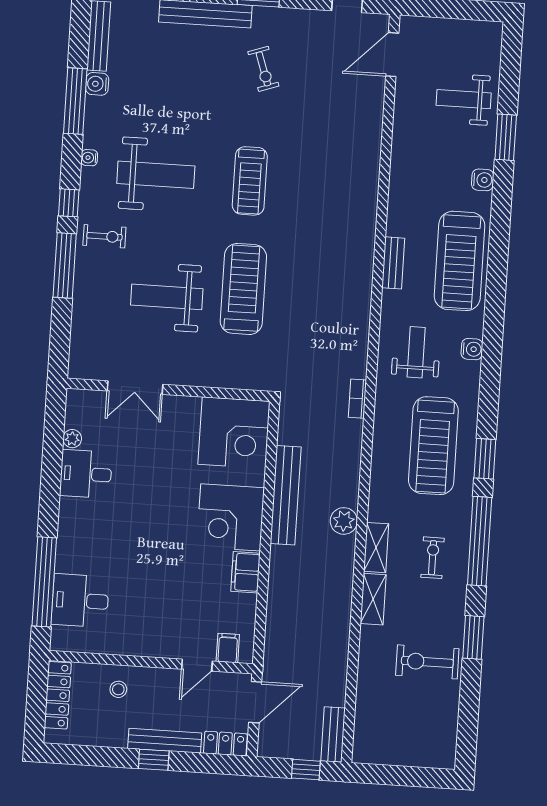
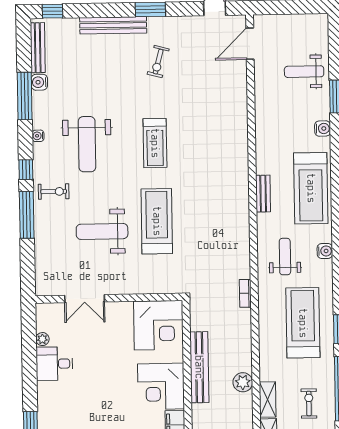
exercise bike: (263, 69) -> (158, 62), turned 34
weight bench: (156, 175) -> (87, 144), turned 90
treadmill: (433, 446) -> (303, 323), turned 180

